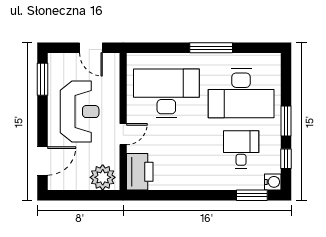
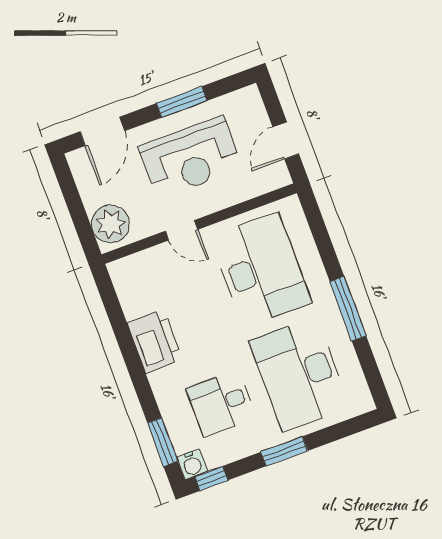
window: (43, 79) -> (182, 102), moved
desk: (241, 150) -> (221, 403), turned 180
window: (286, 159) -> (211, 478), moved
door: (43, 161) -> (102, 131), hinge flipped
printer: (140, 172) -> (155, 341), moved, turned -90

